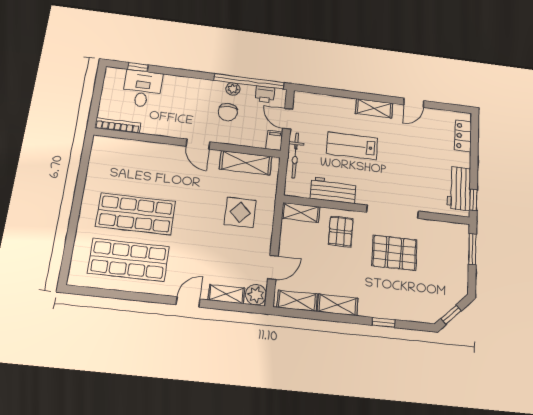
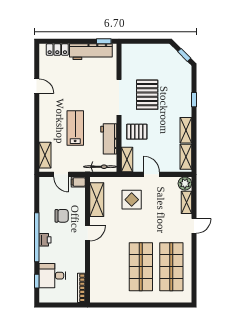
window: (249, 81) -> (37, 237), moved
plant: (233, 89) -> (44, 214), removed
printer: (265, 94) -> (45, 240), moved
shelving: (374, 108) -> (45, 155), moved
door: (288, 119) -> (61, 174), hinge flipped
lab bench: (352, 146) -> (75, 128), turned 180
bicycle: (295, 155) -> (100, 167), moved
workbench: (459, 188) -> (91, 52), width x1.37
window: (472, 249) -> (139, 41), removed
door: (273, 267) -> (152, 174), moved
door: (188, 302) -> (194, 226), swing flipped

